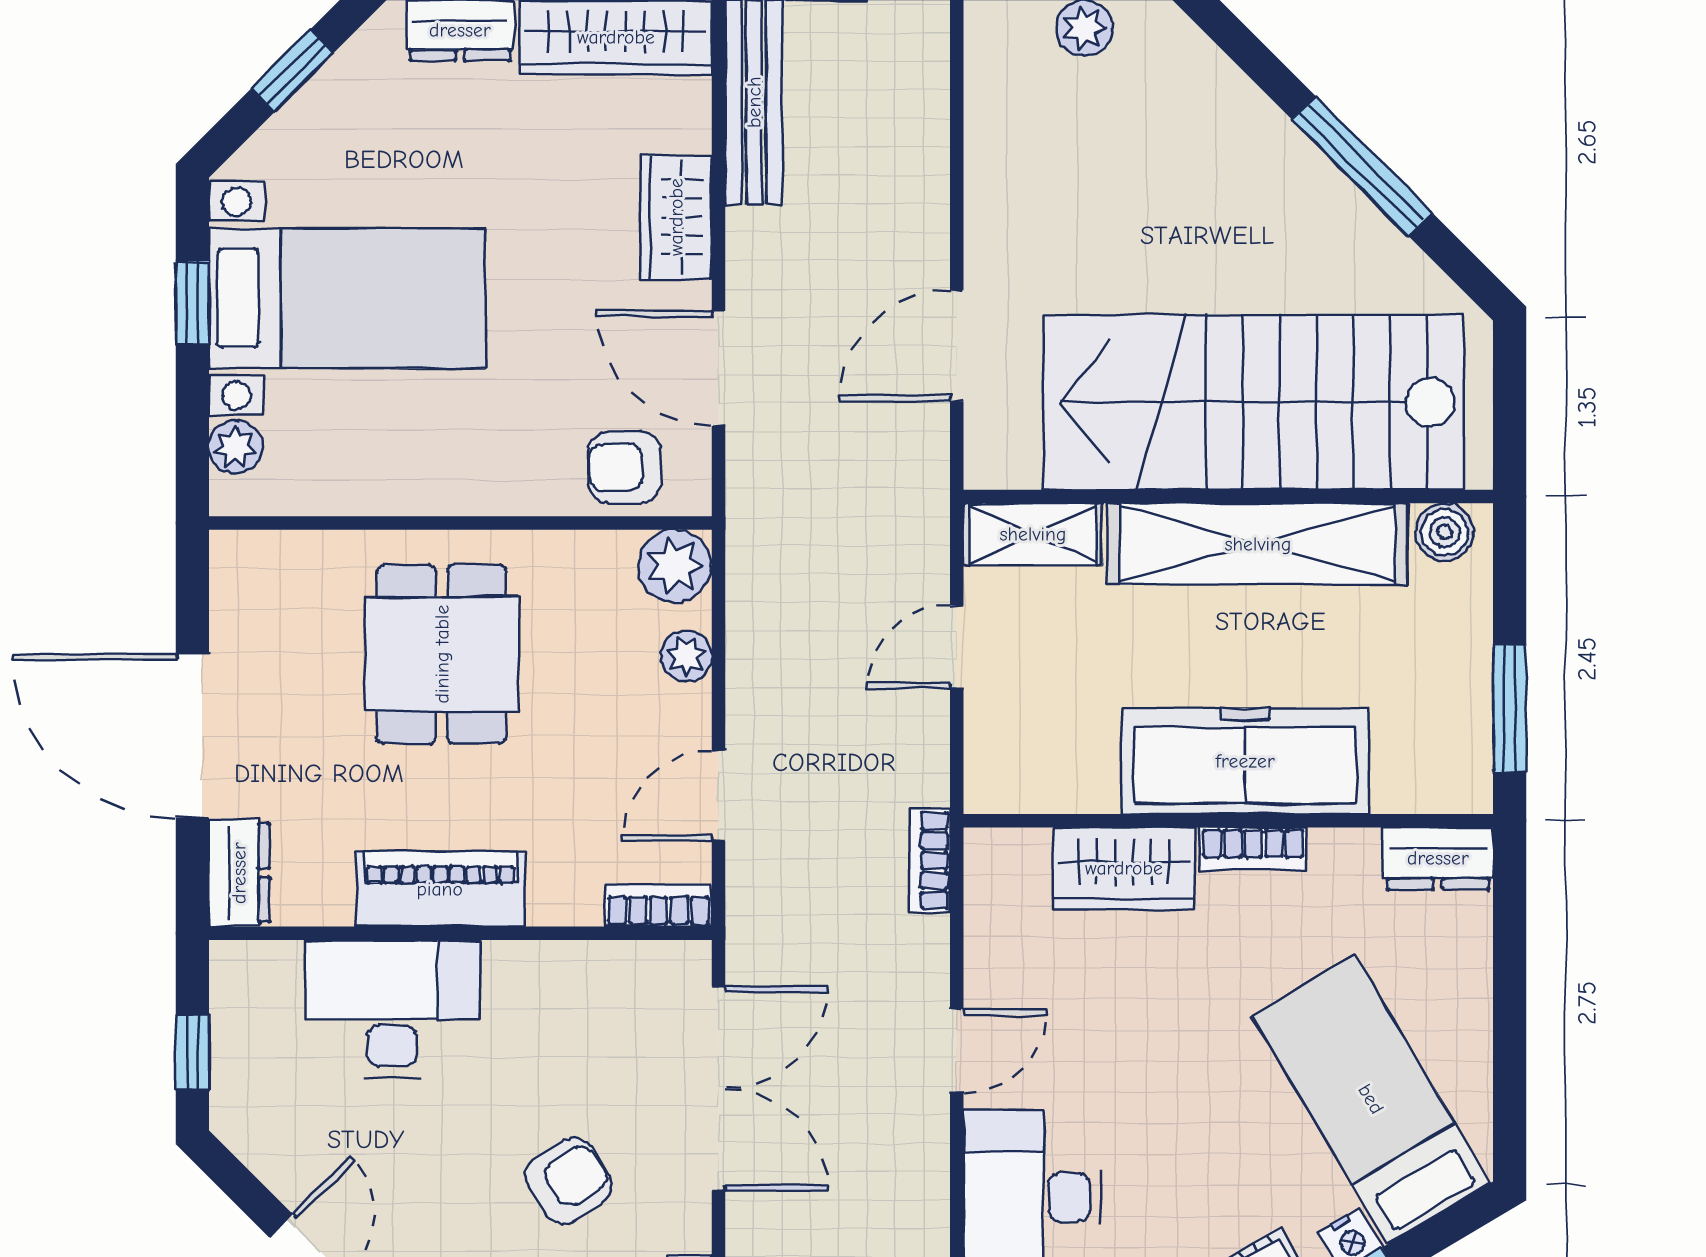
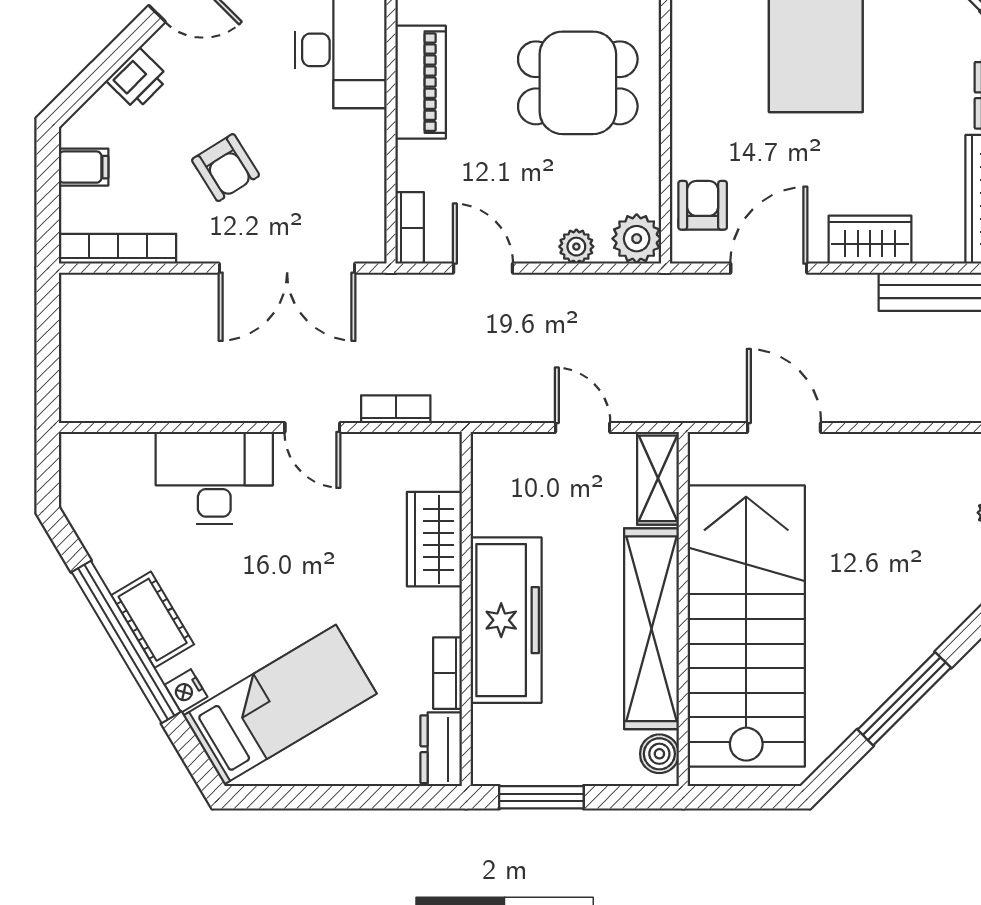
bookcase: (1253, 849) -> (447, 673), moved
bookcase: (929, 861) -> (396, 409), moved

